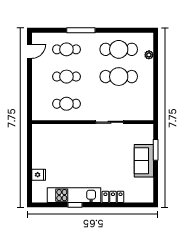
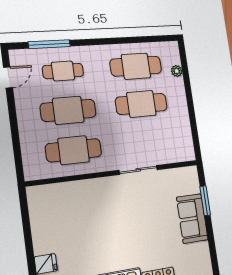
window: (81, 30) -> (49, 44), moved
cafe table: (66, 77) -> (68, 110), width x1.37, depth x1.35
cafe table: (66, 104) -> (74, 150), width x1.37, depth x1.35

